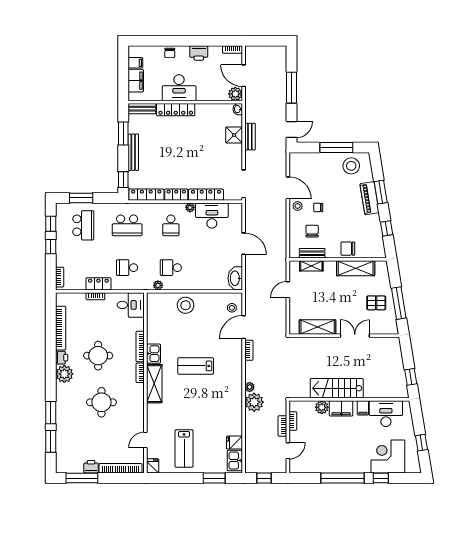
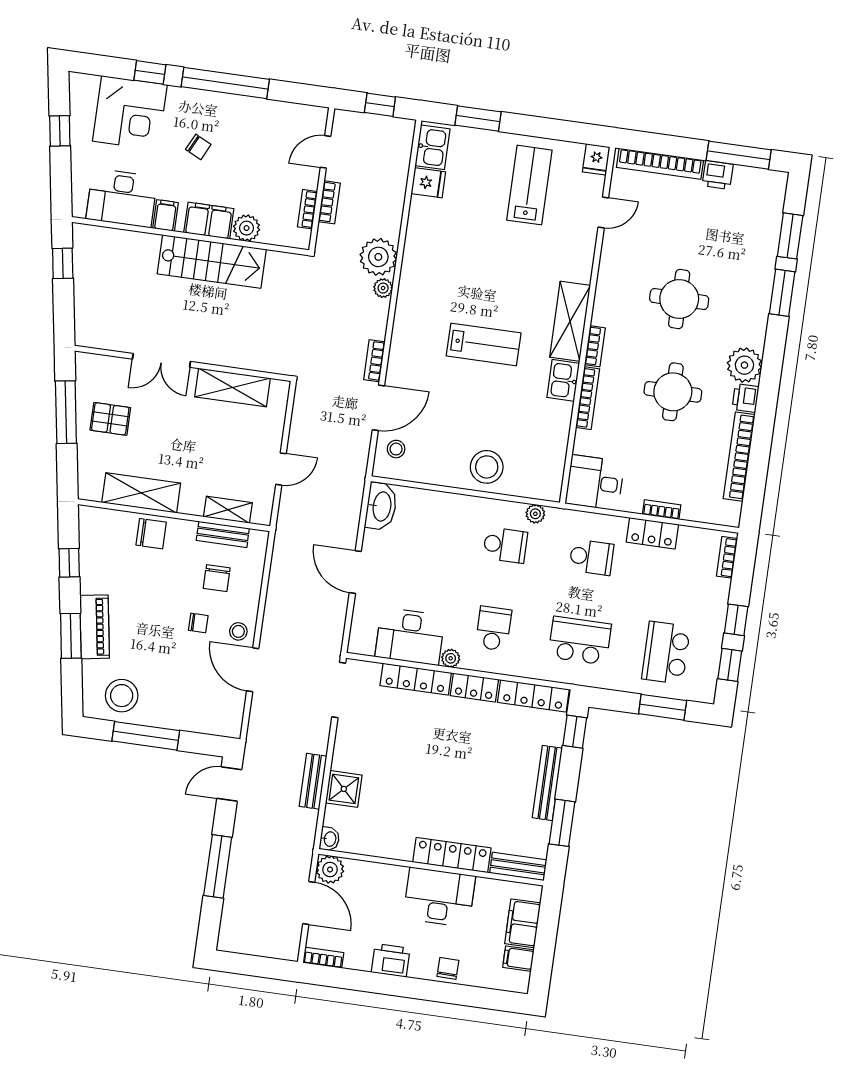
chair: (351, 444) -> (198, 147), added

